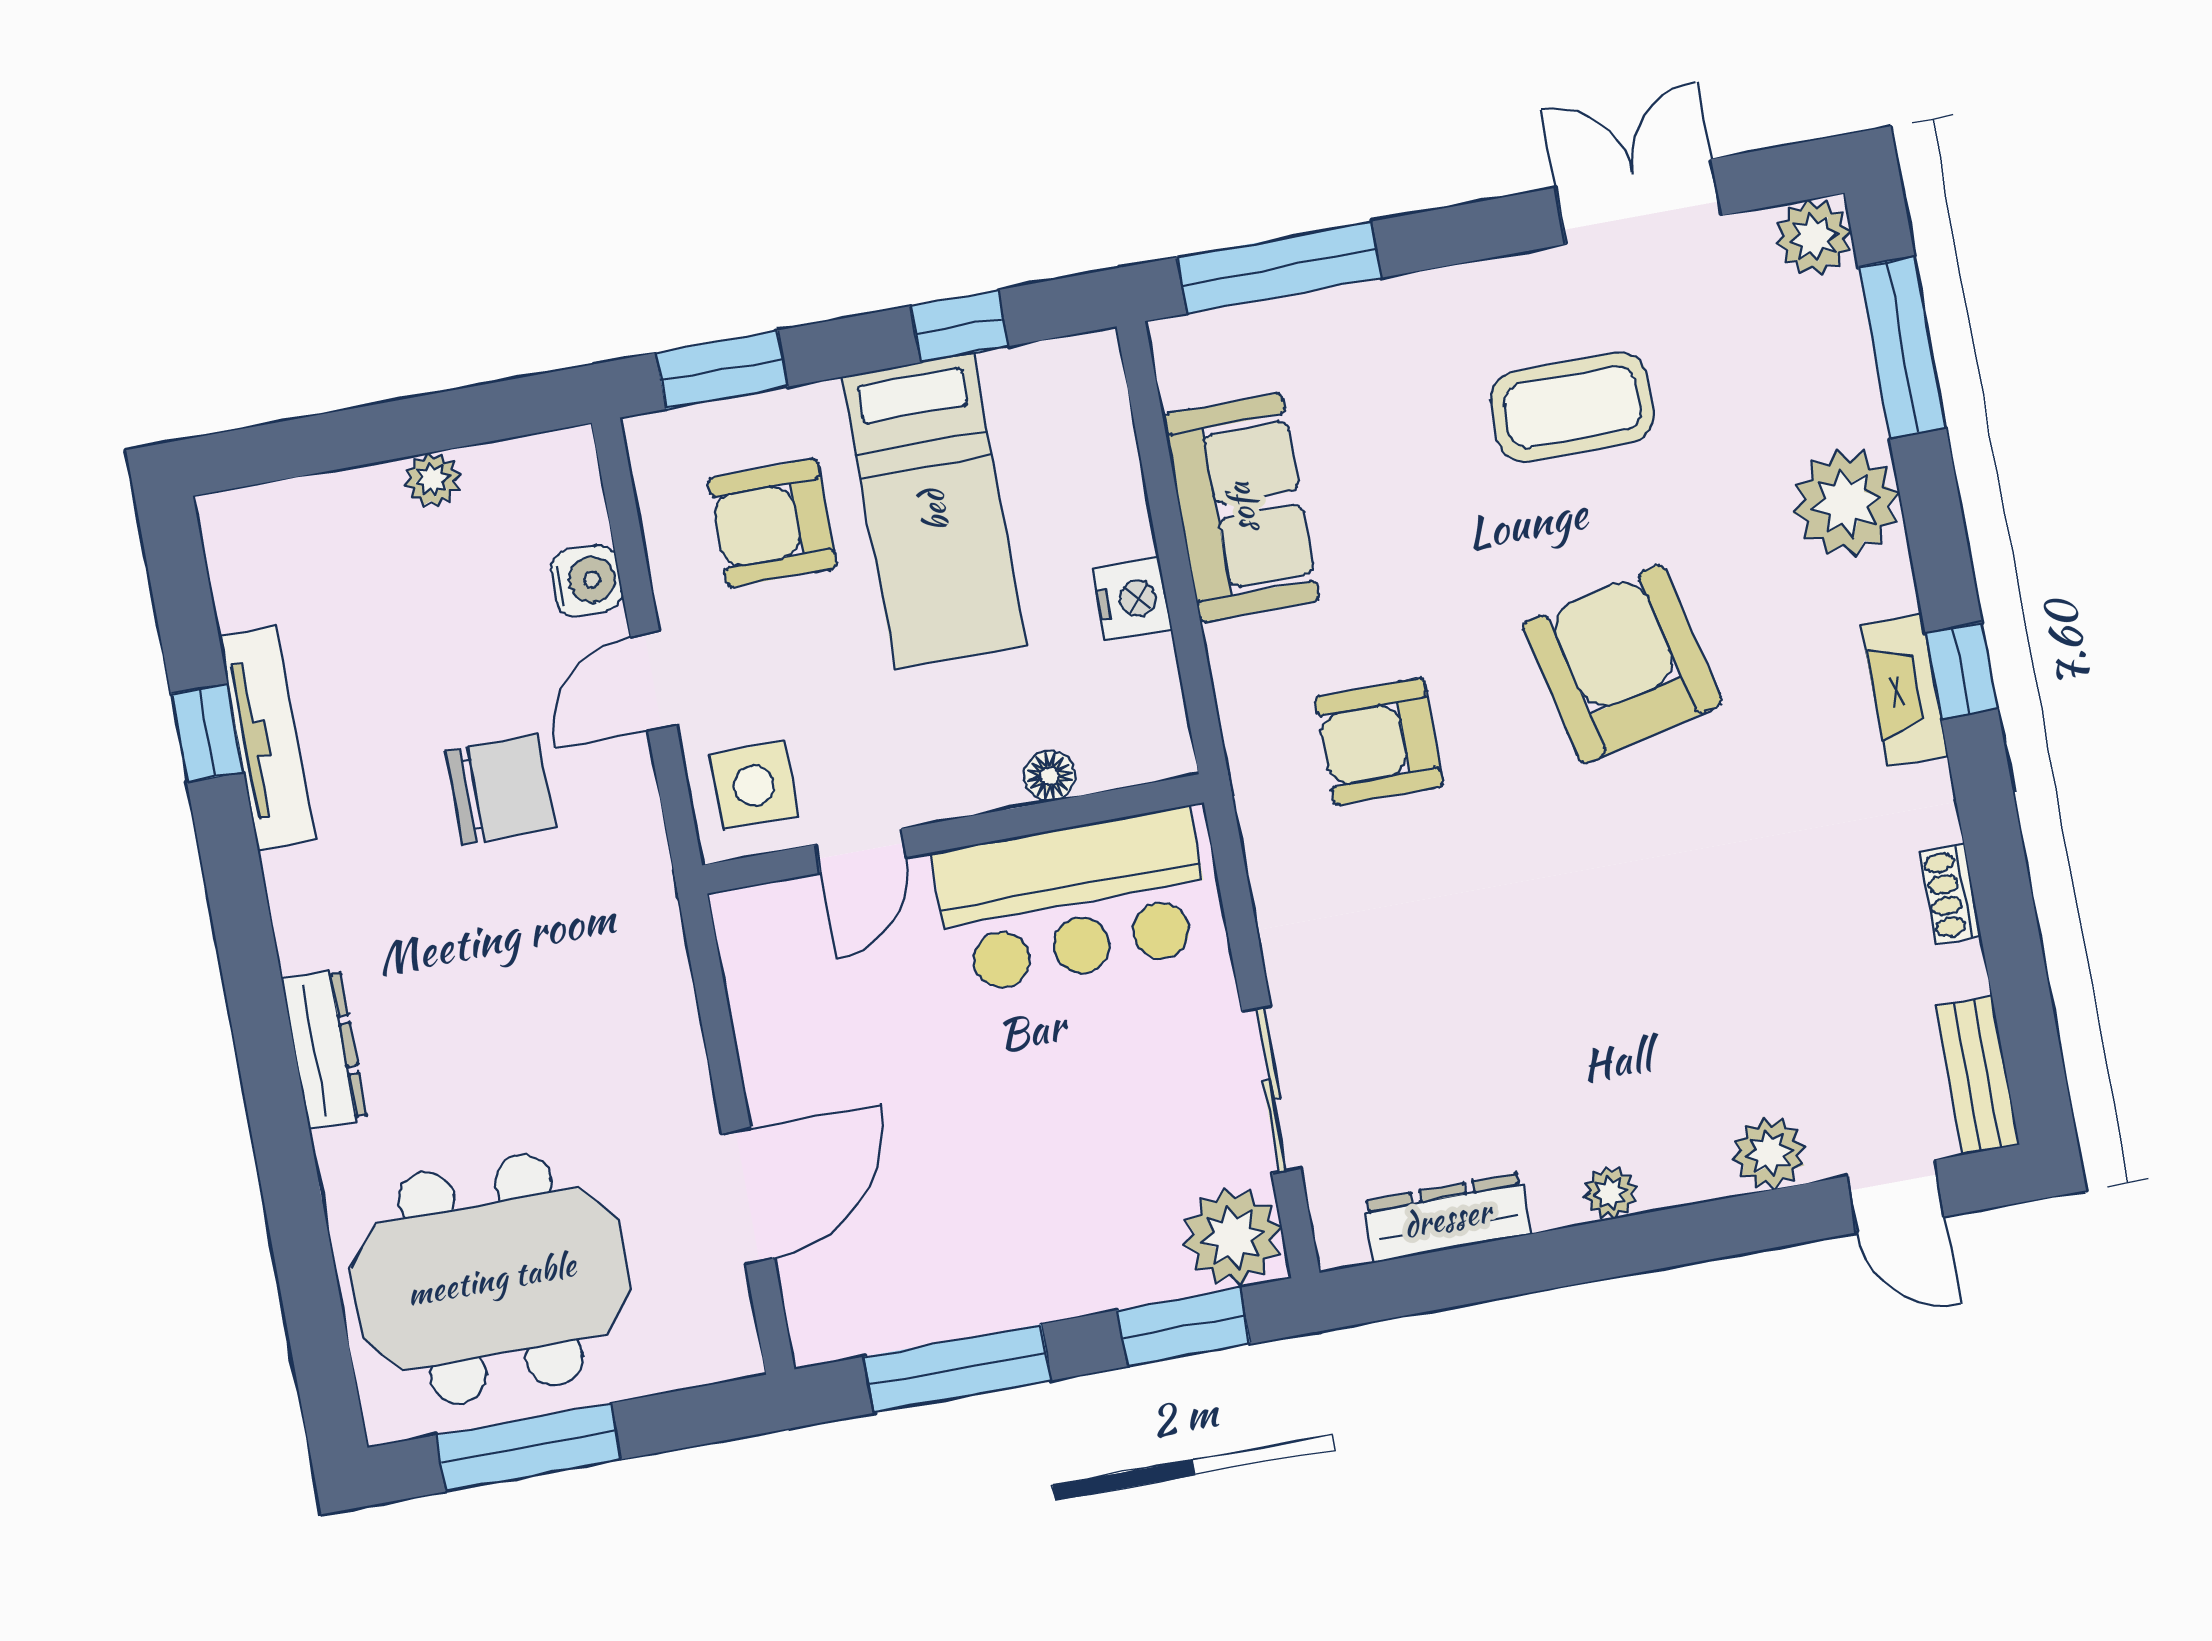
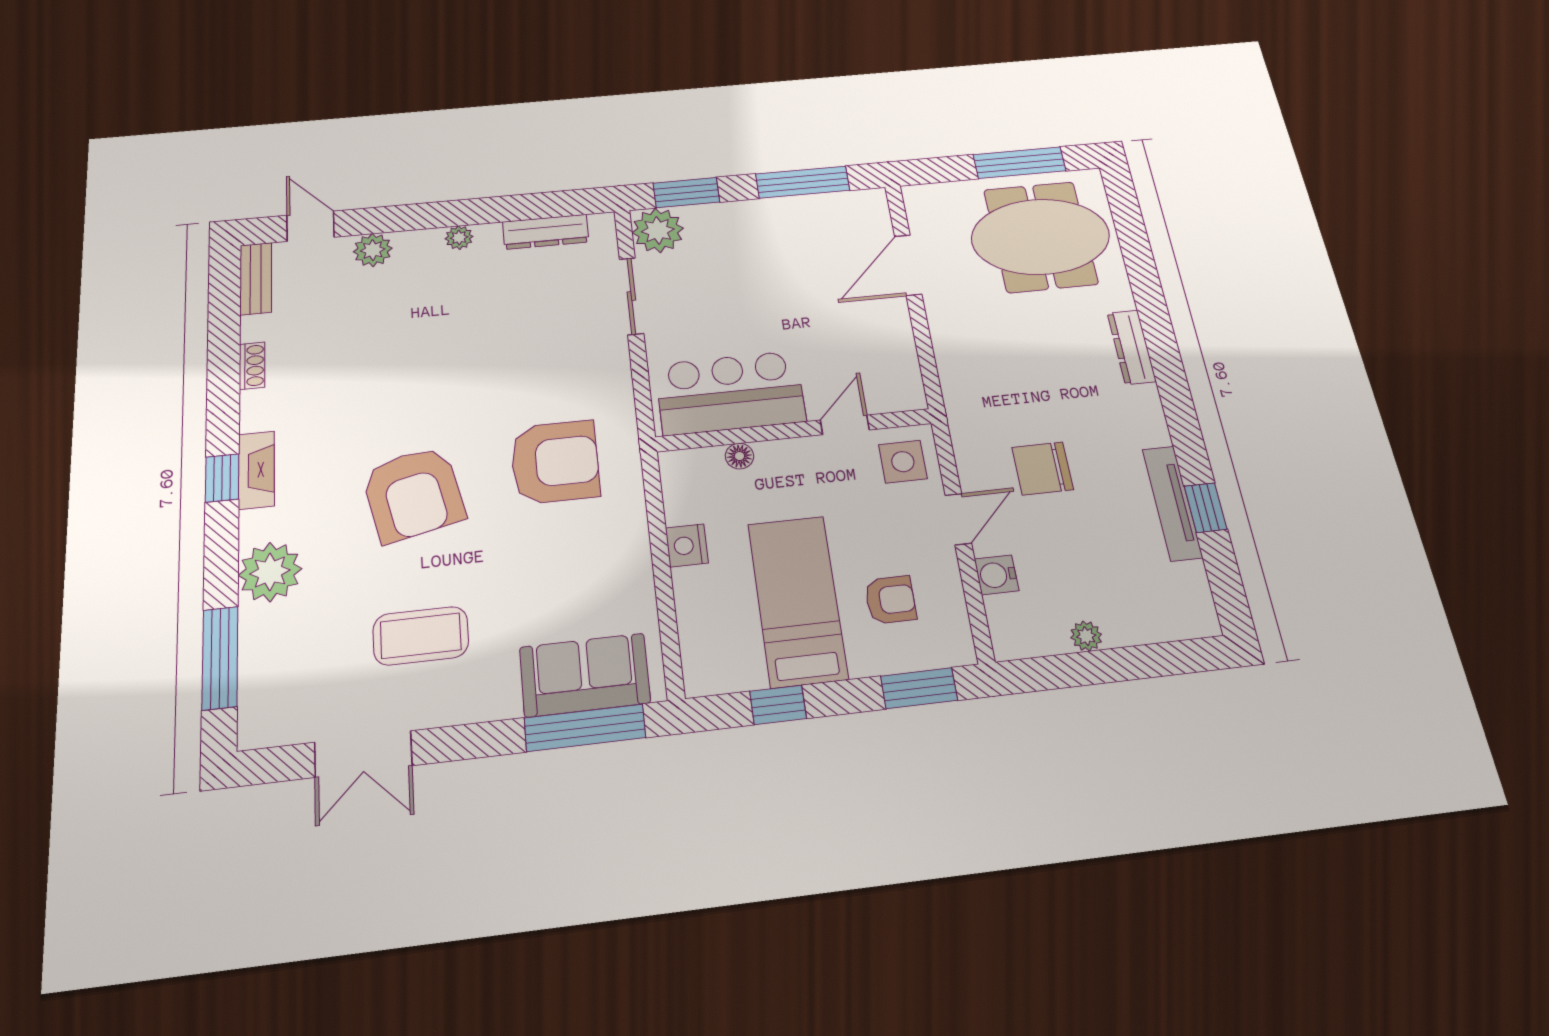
plant: (1814, 237) -> (260, 726), removed
sofa: (1241, 508) -> (585, 675), moved, turned 90
armchair: (773, 523) -> (890, 600), width x0.72, depth x0.72
armchair: (1379, 742) -> (555, 462), width x1.36, depth x1.36

